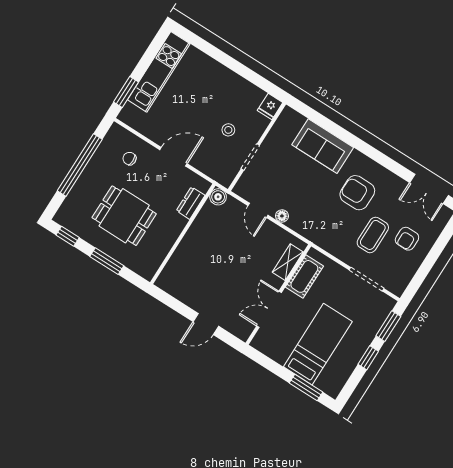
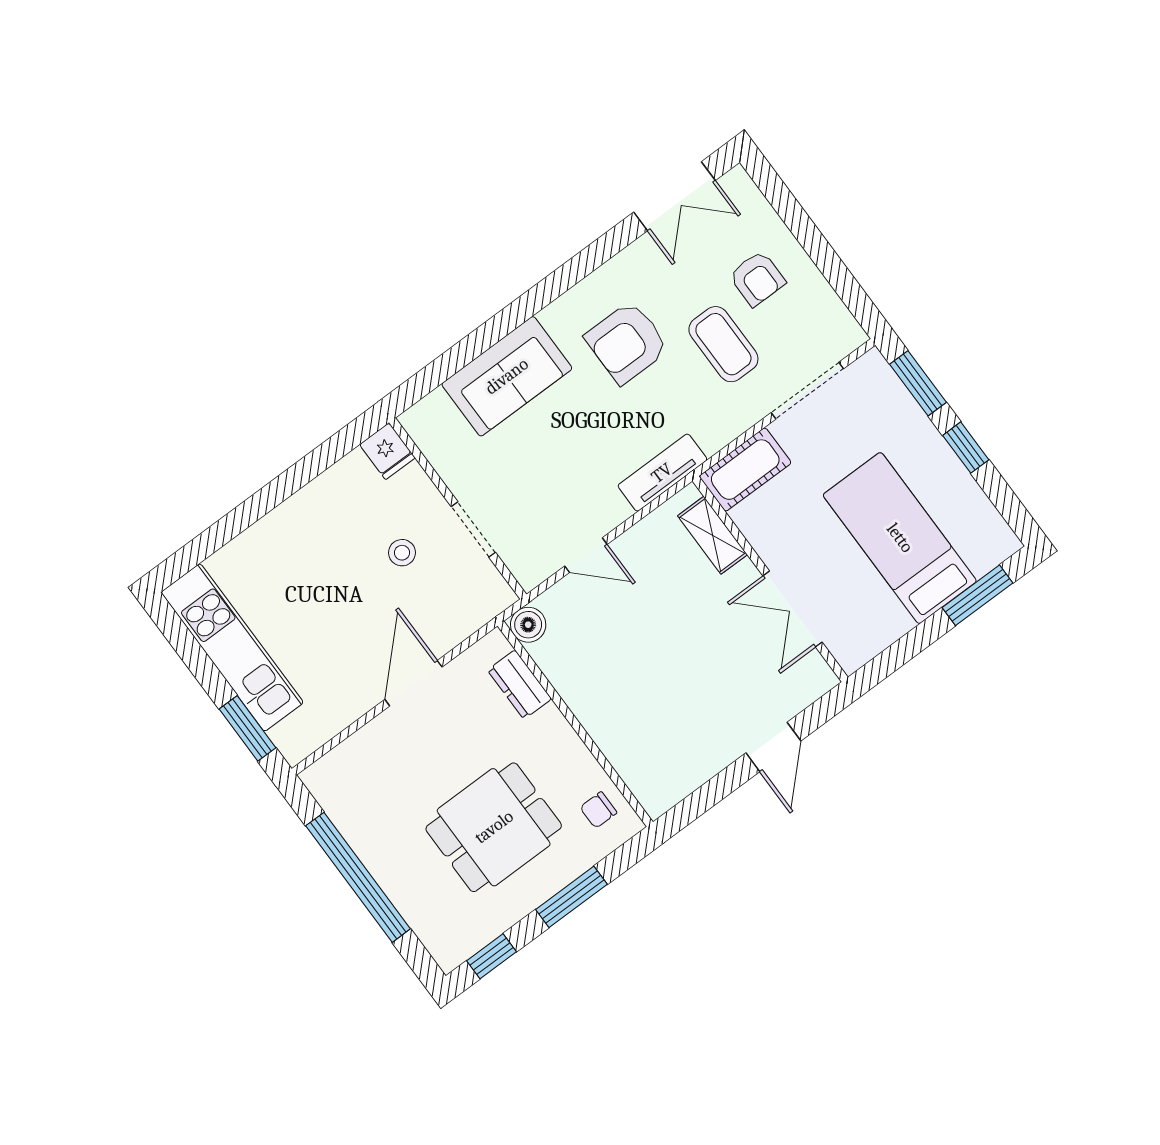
chair: (129, 159) -> (598, 810), moved
floor lamp: (282, 216) -> (616, 511), removed
tv unit: (307, 230) -> (662, 473), added
cot: (304, 276) -> (745, 470), moved, turned 90

